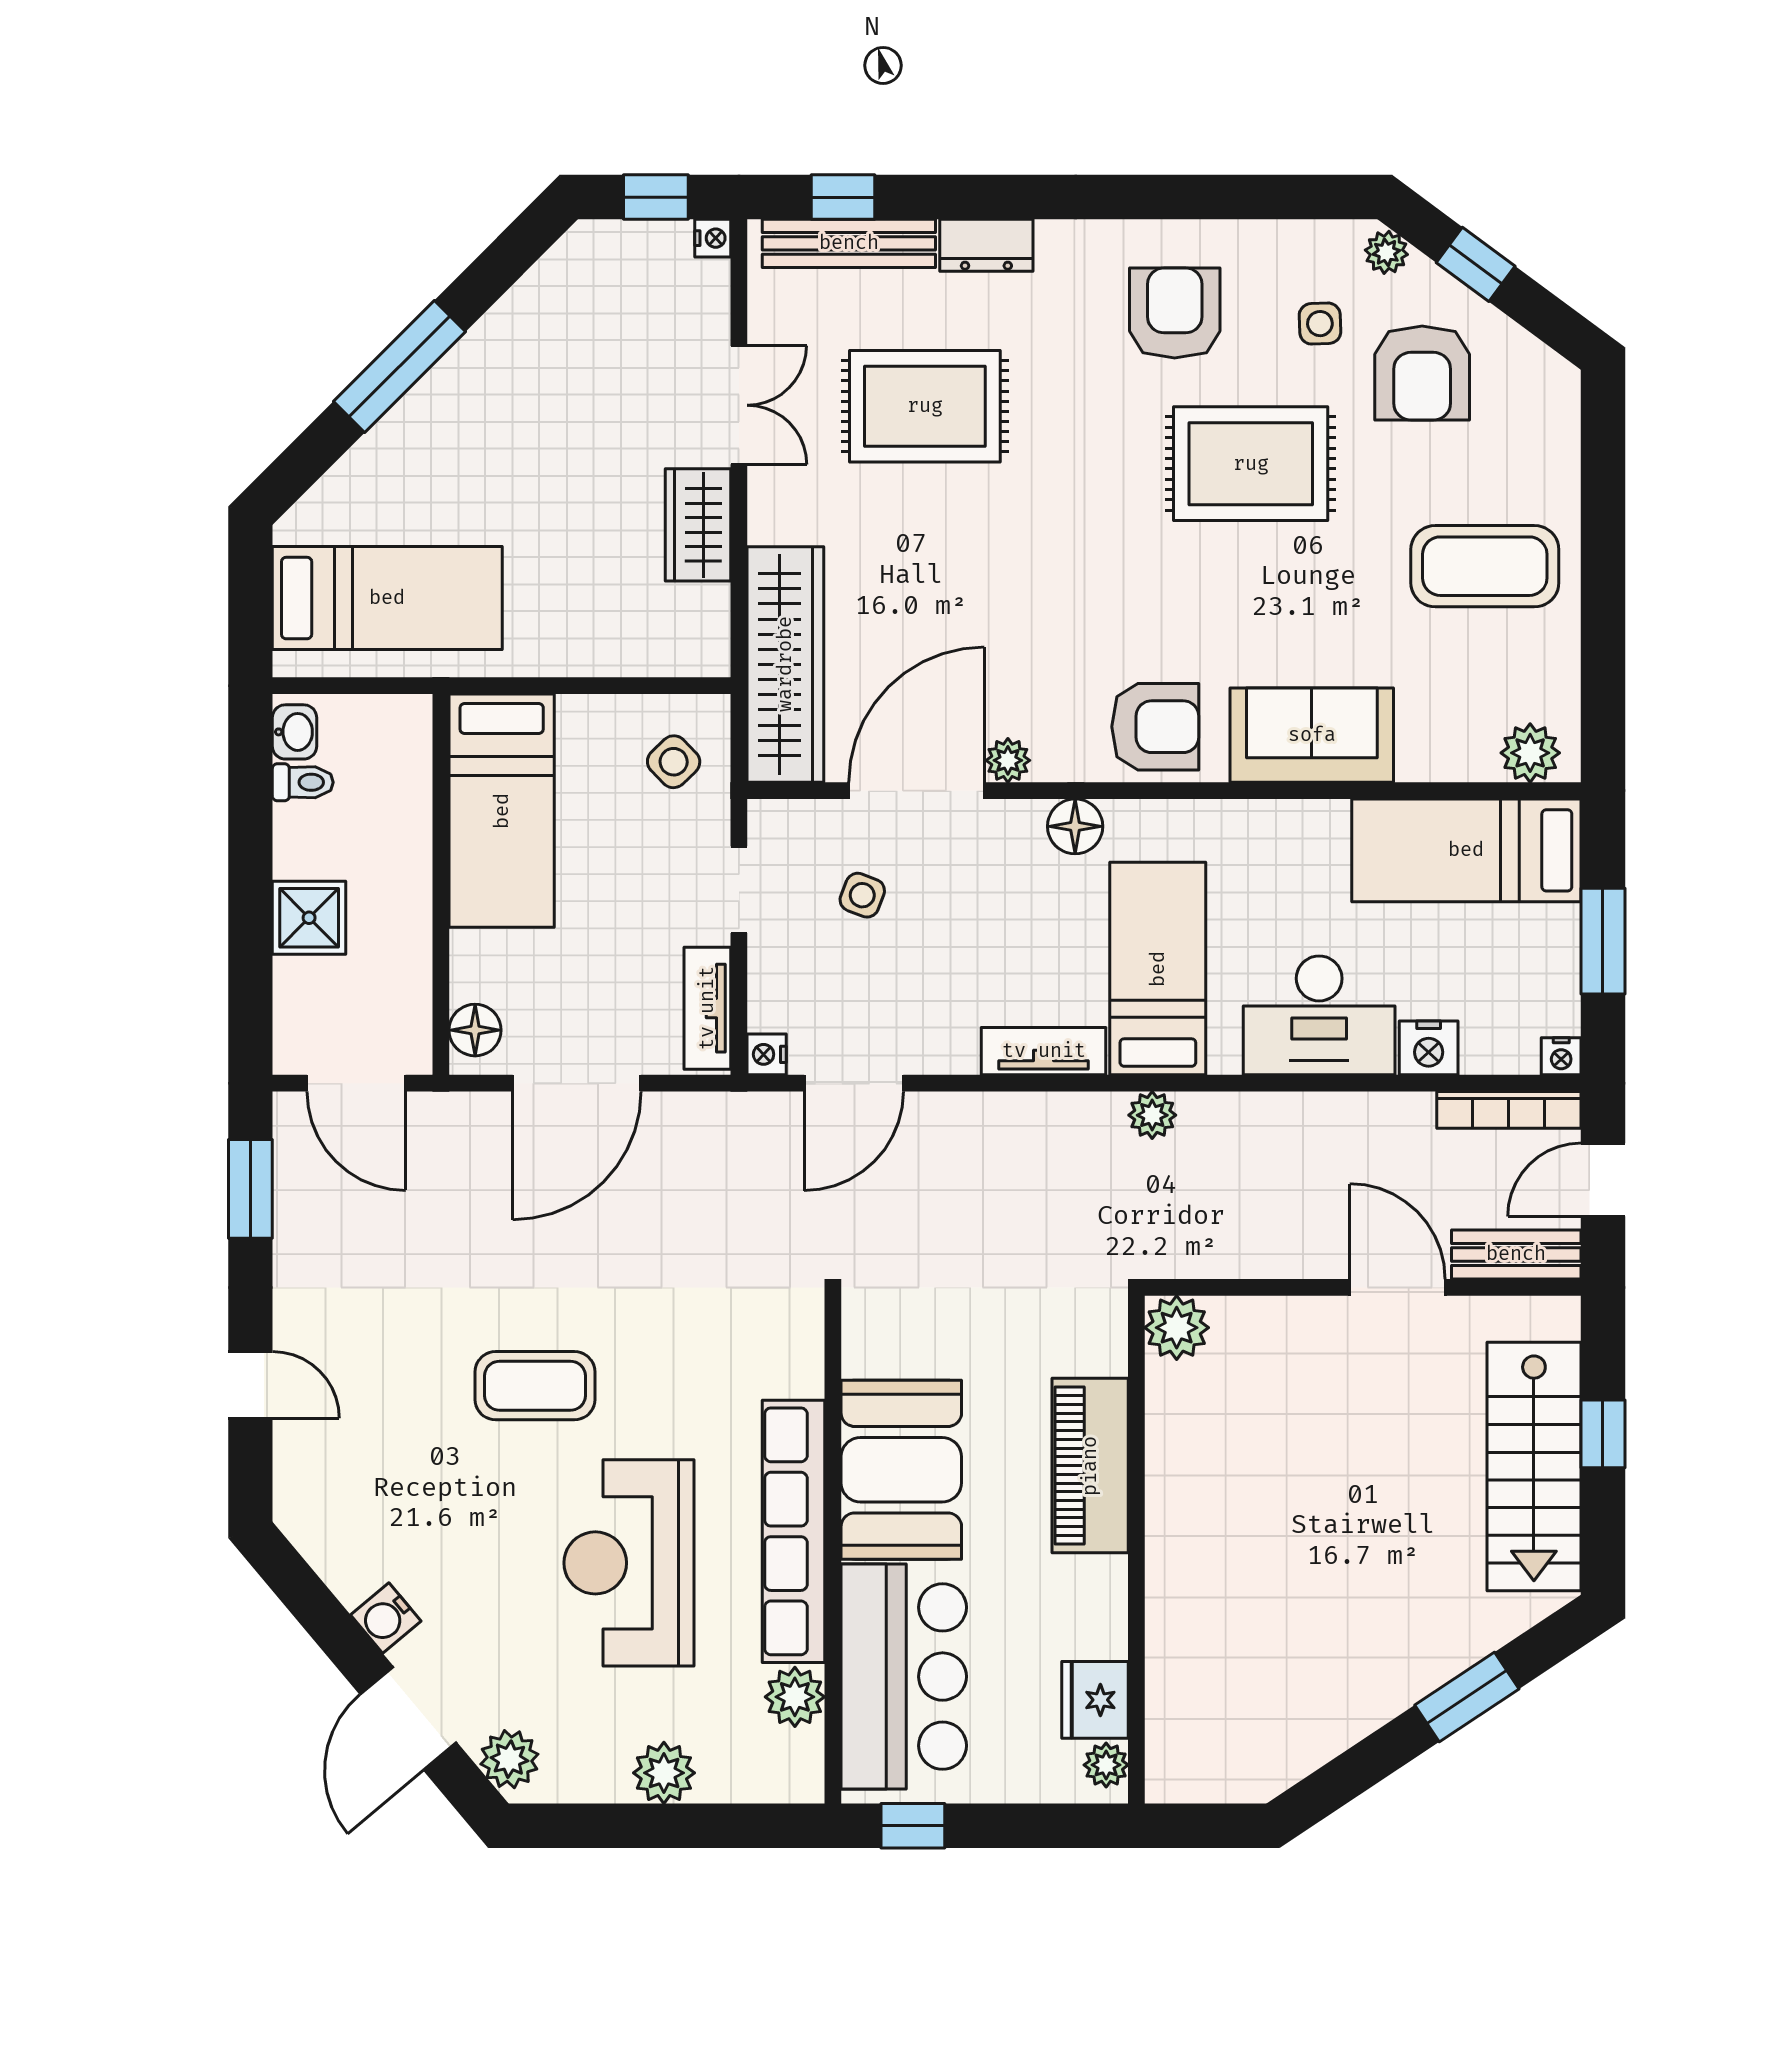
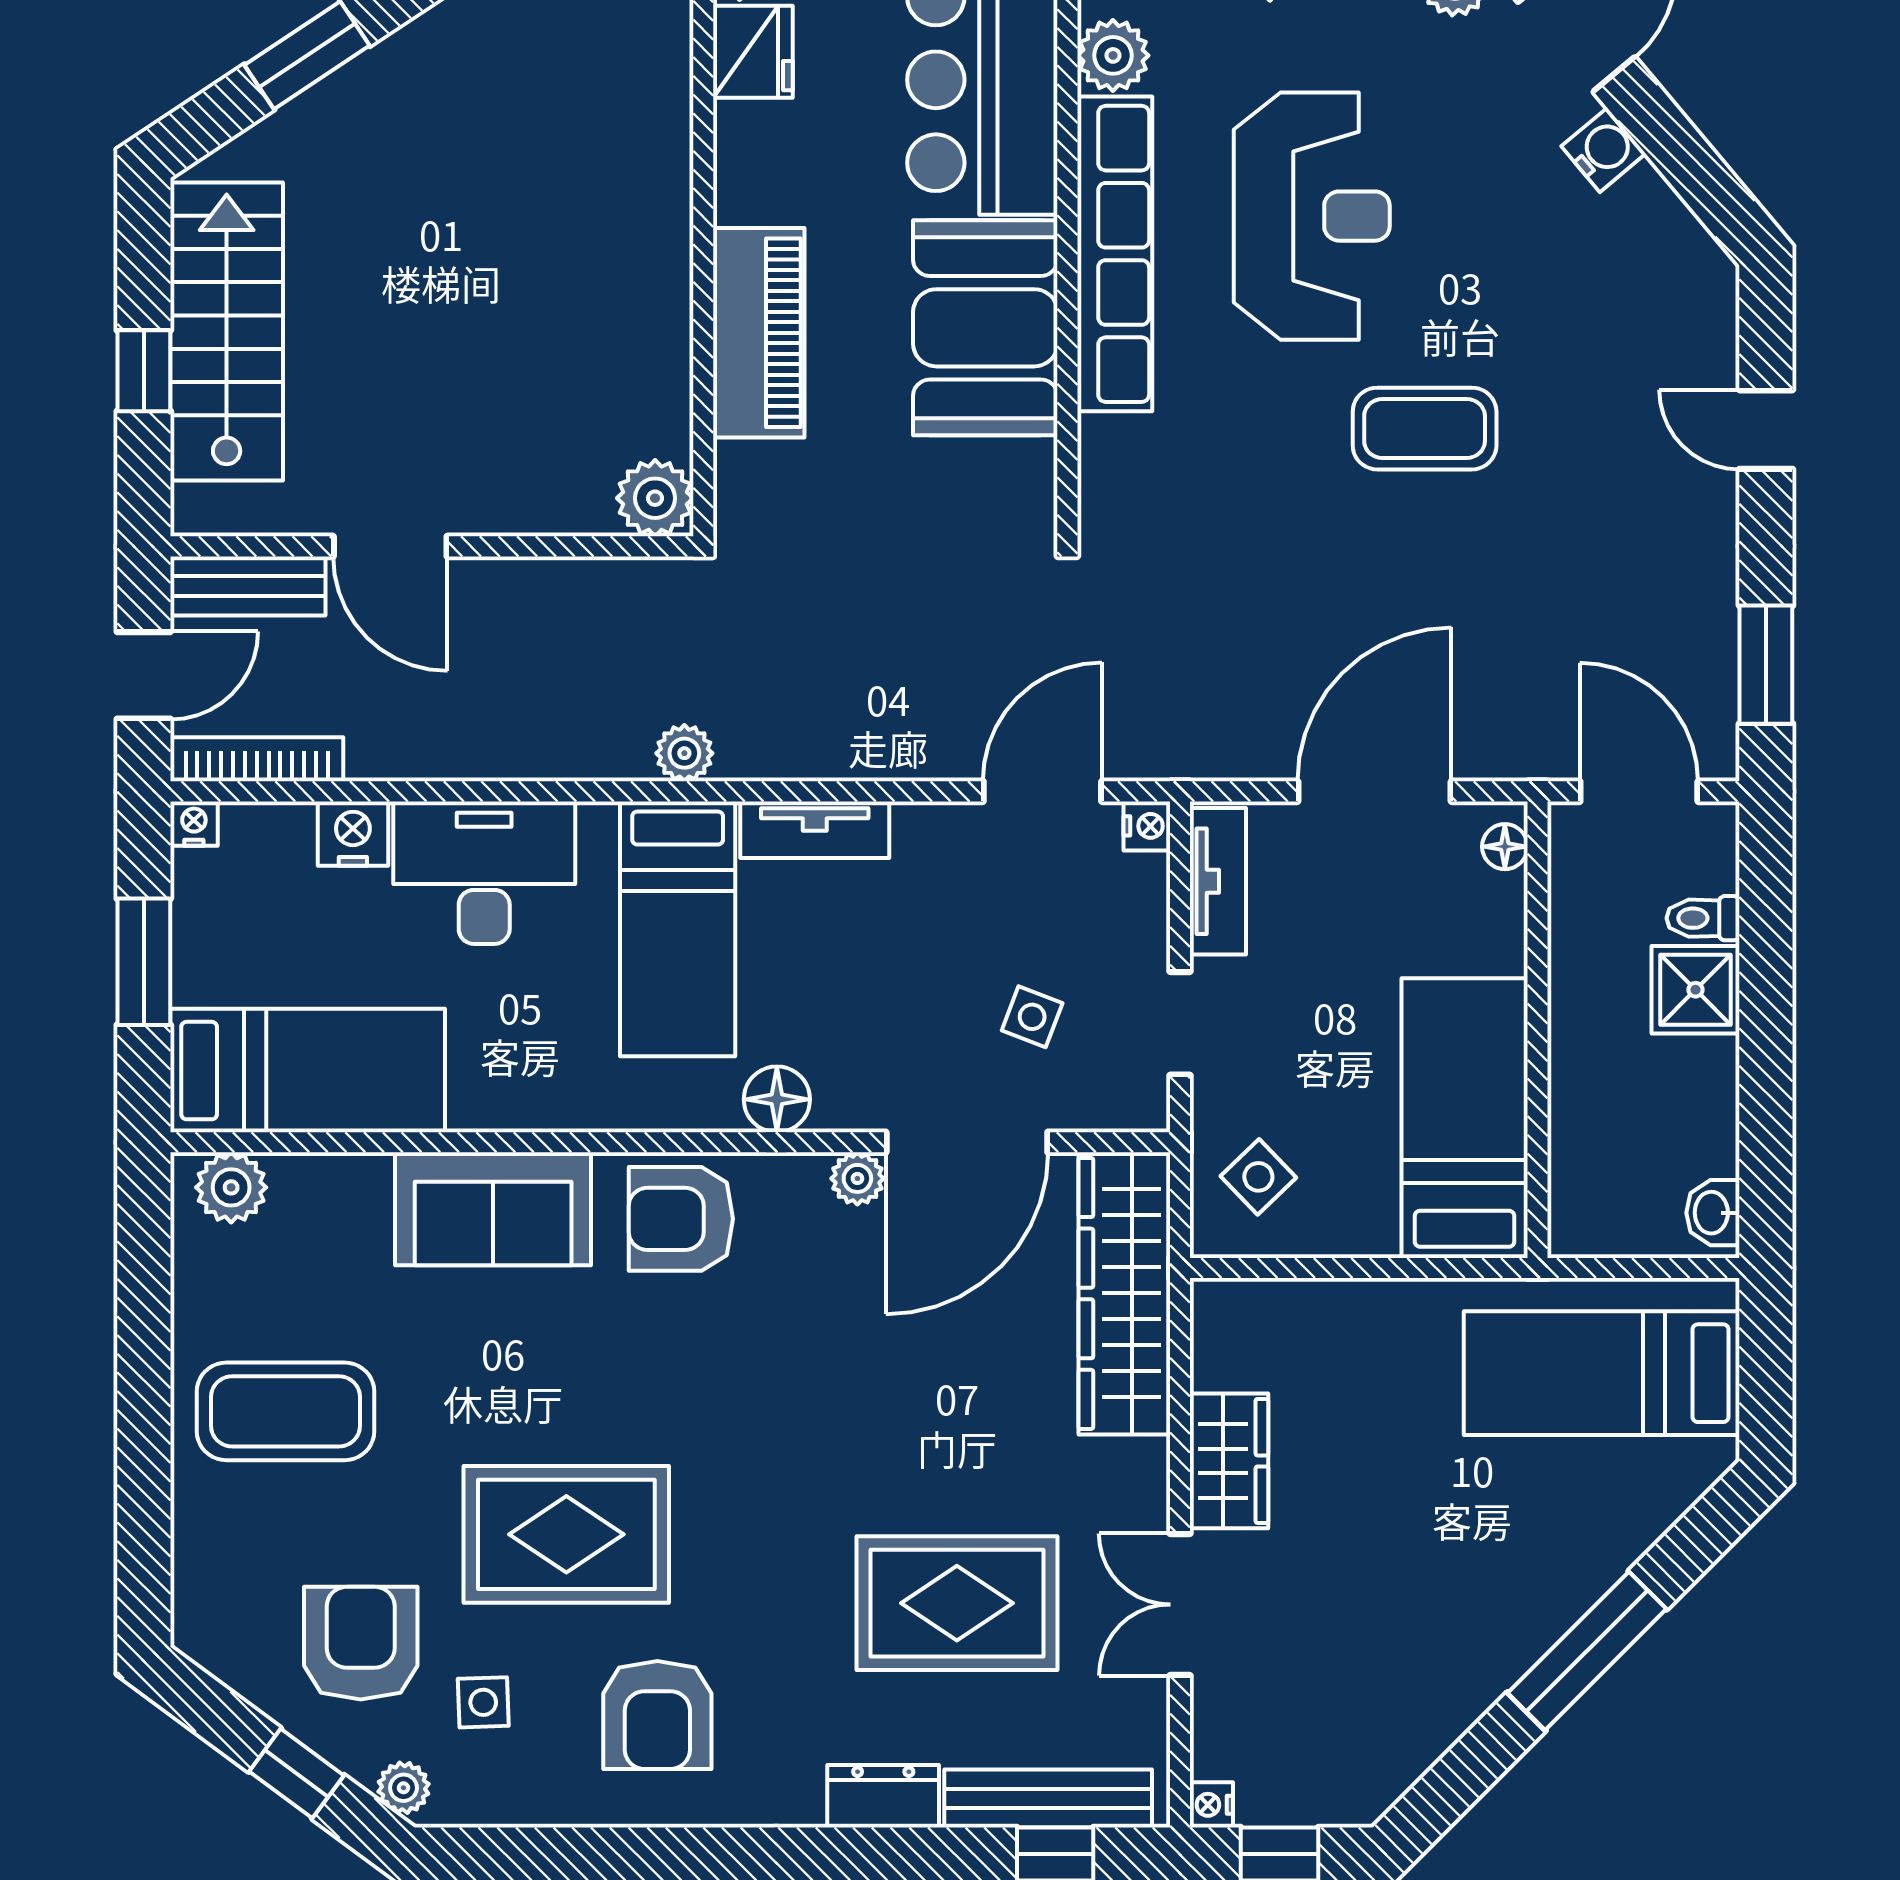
toilet: (303, 782) -> (1703, 918), moved
floor lamp: (475, 1030) -> (1505, 847), width x0.73, depth x0.73

